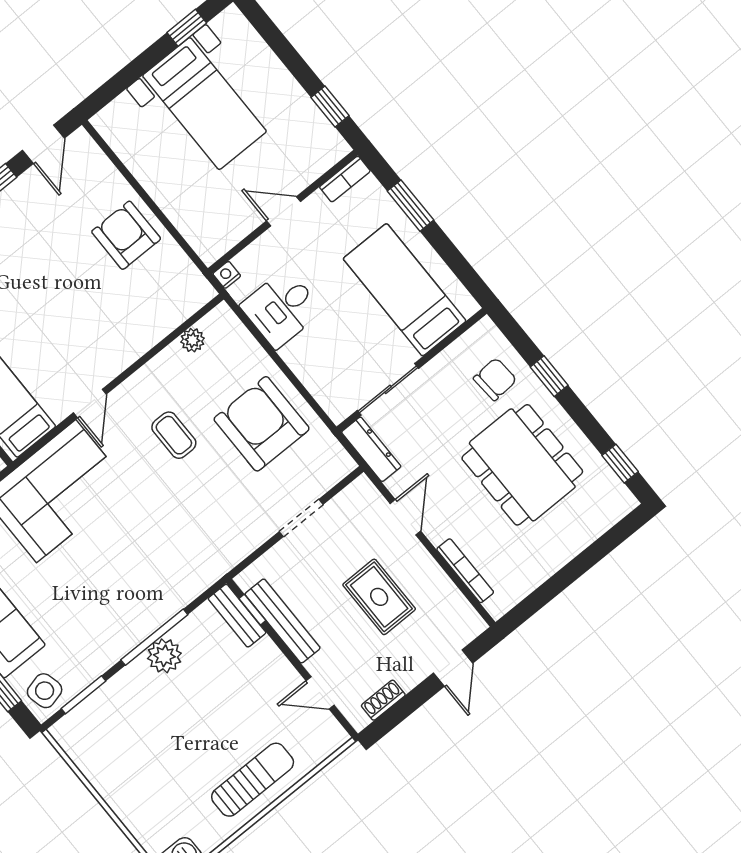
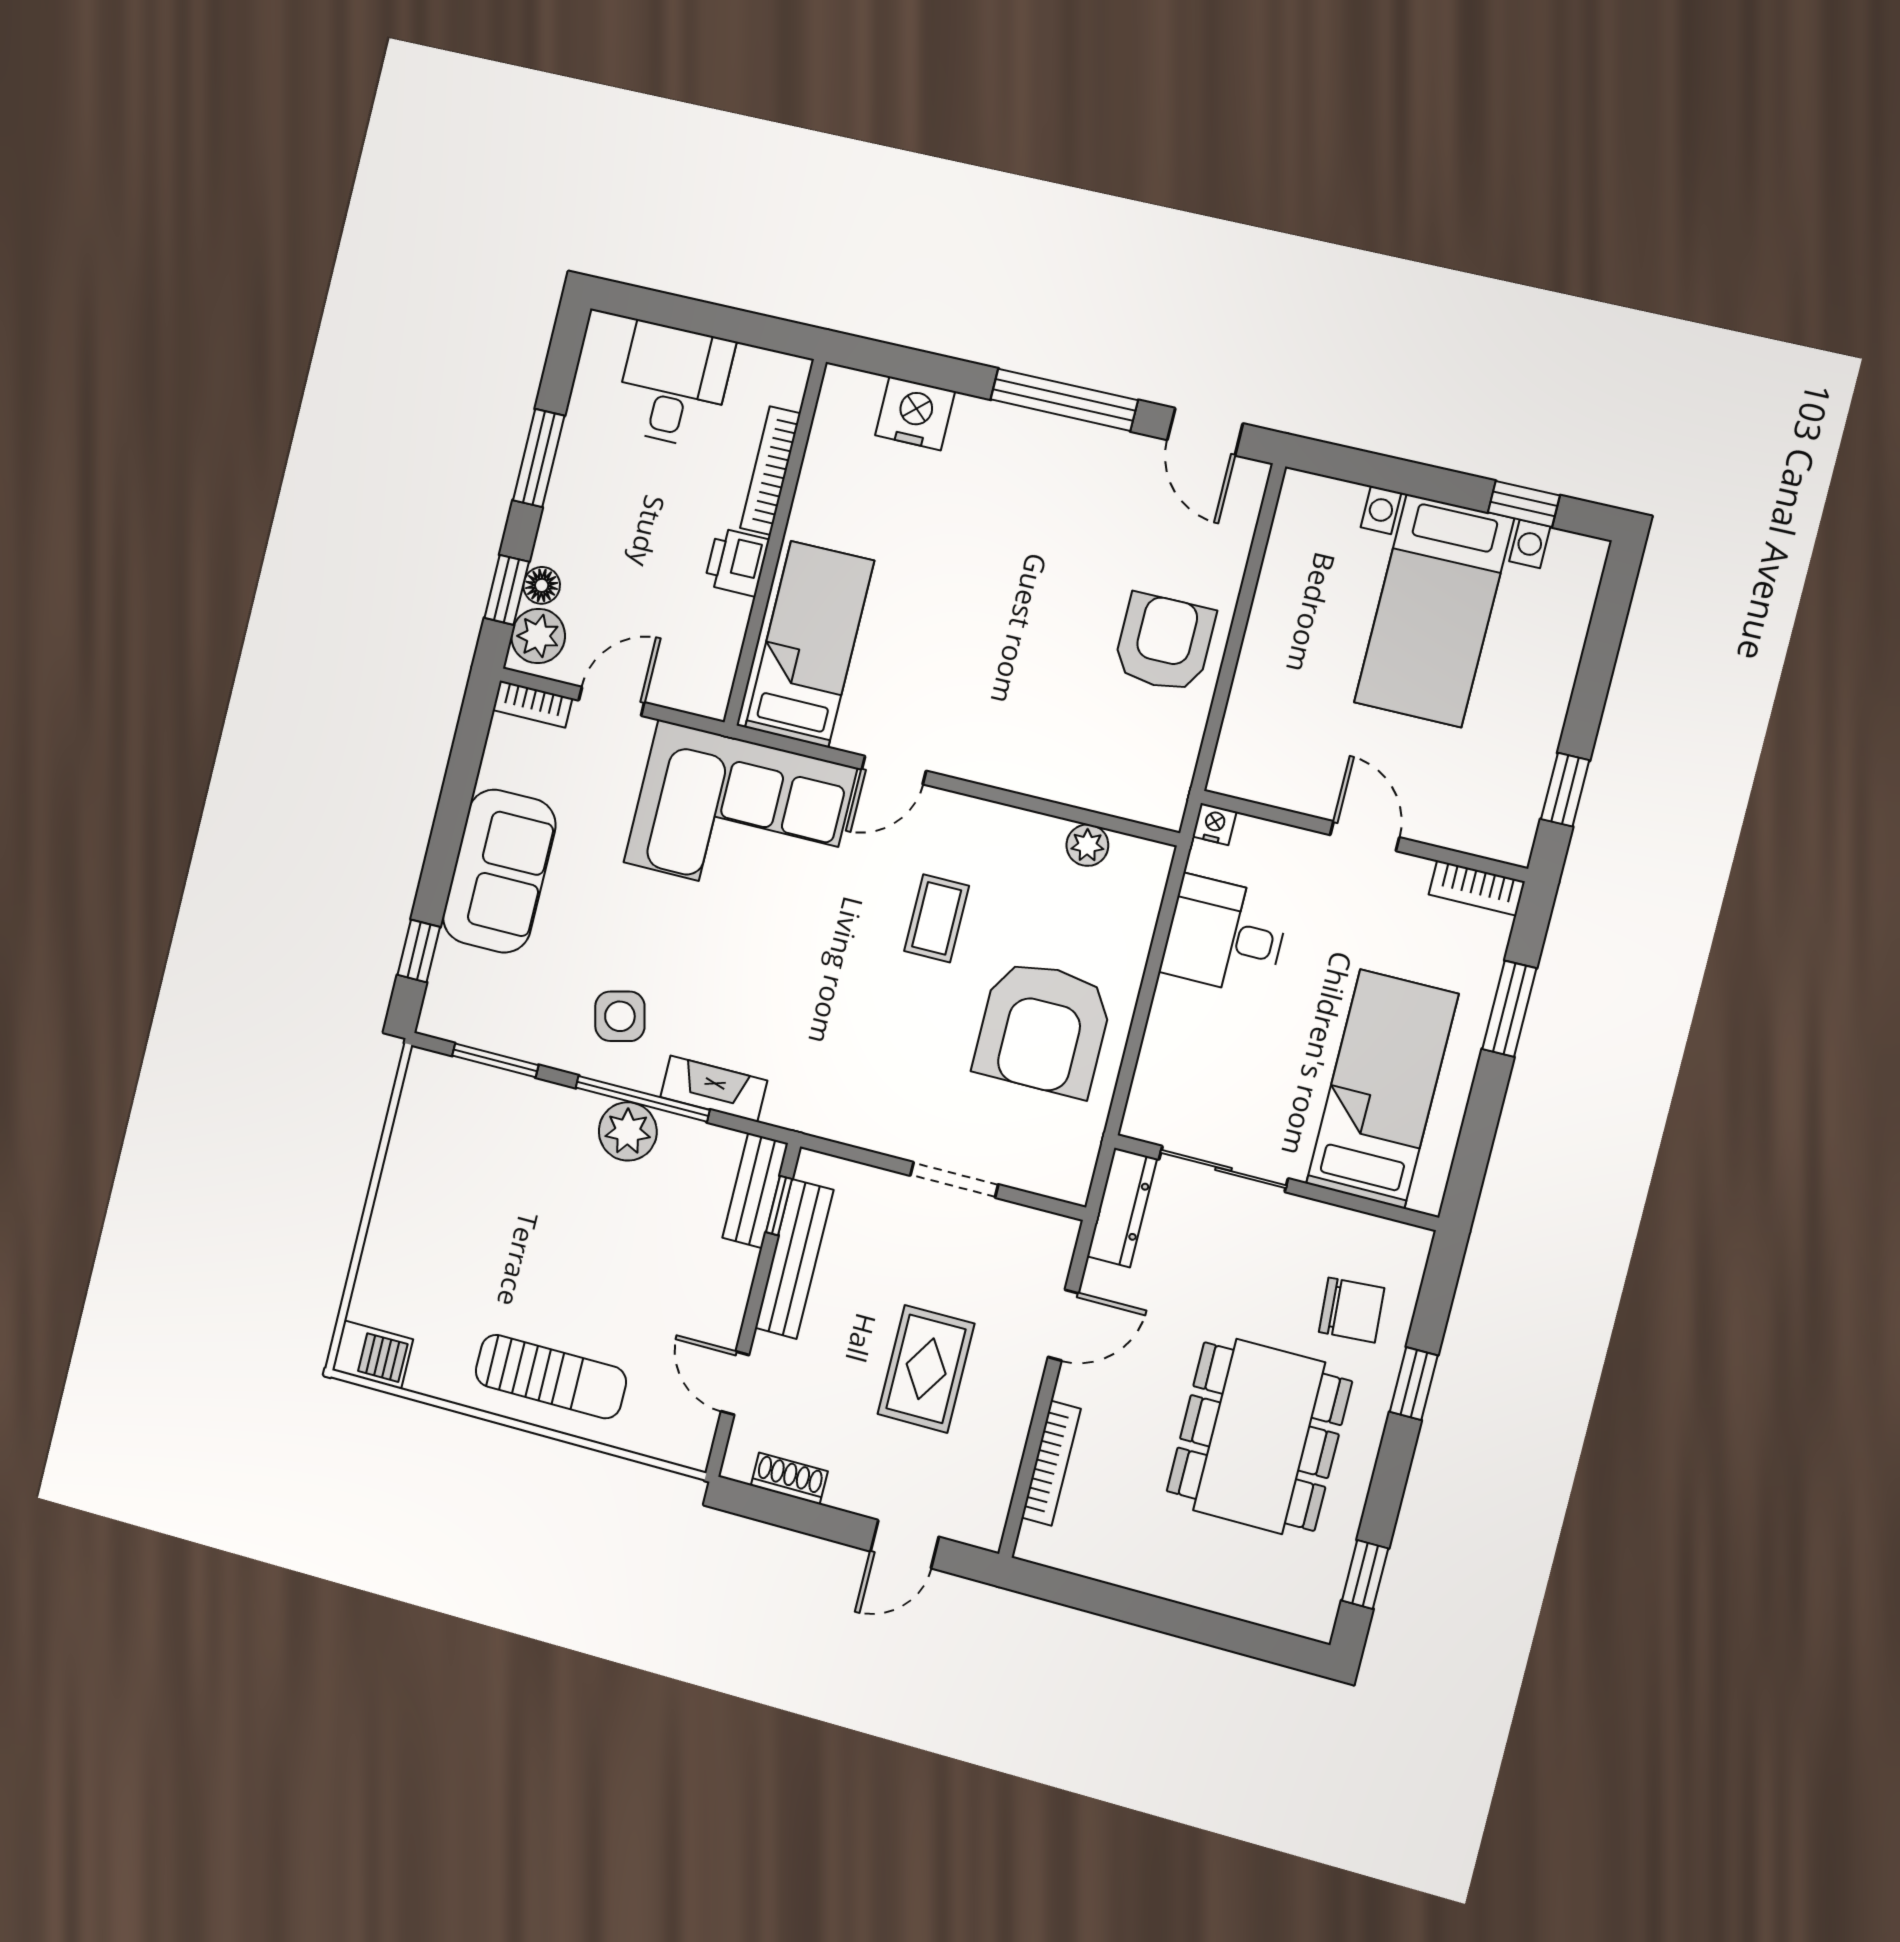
door: (44, 144) -> (1205, 432), hinge flipped
armchair: (262, 424) -> (1043, 1028), turned 180
fireplace: (175, 600) -> (714, 1089), added
side table: (45, 691) -> (620, 1016), moved

